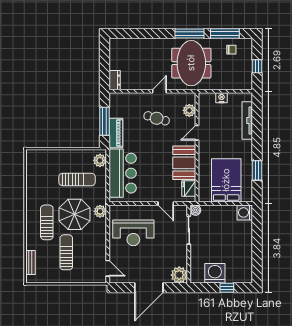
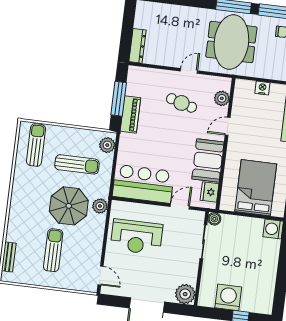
dresser: (115, 80) -> (137, 46), width x1.44
bar counter: (123, 173) -> (143, 184), moved, turned -90
door: (166, 204) -> (180, 206), swing flipped
sun lounger: (47, 222) -> (36, 145), moved

